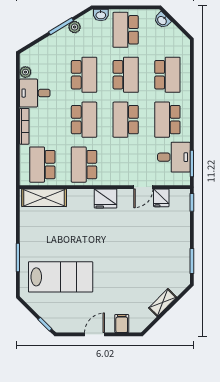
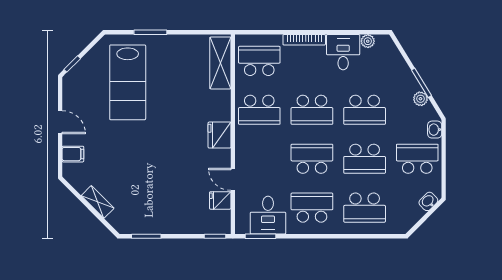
school desk: (84, 165) -> (259, 110), turned 180

